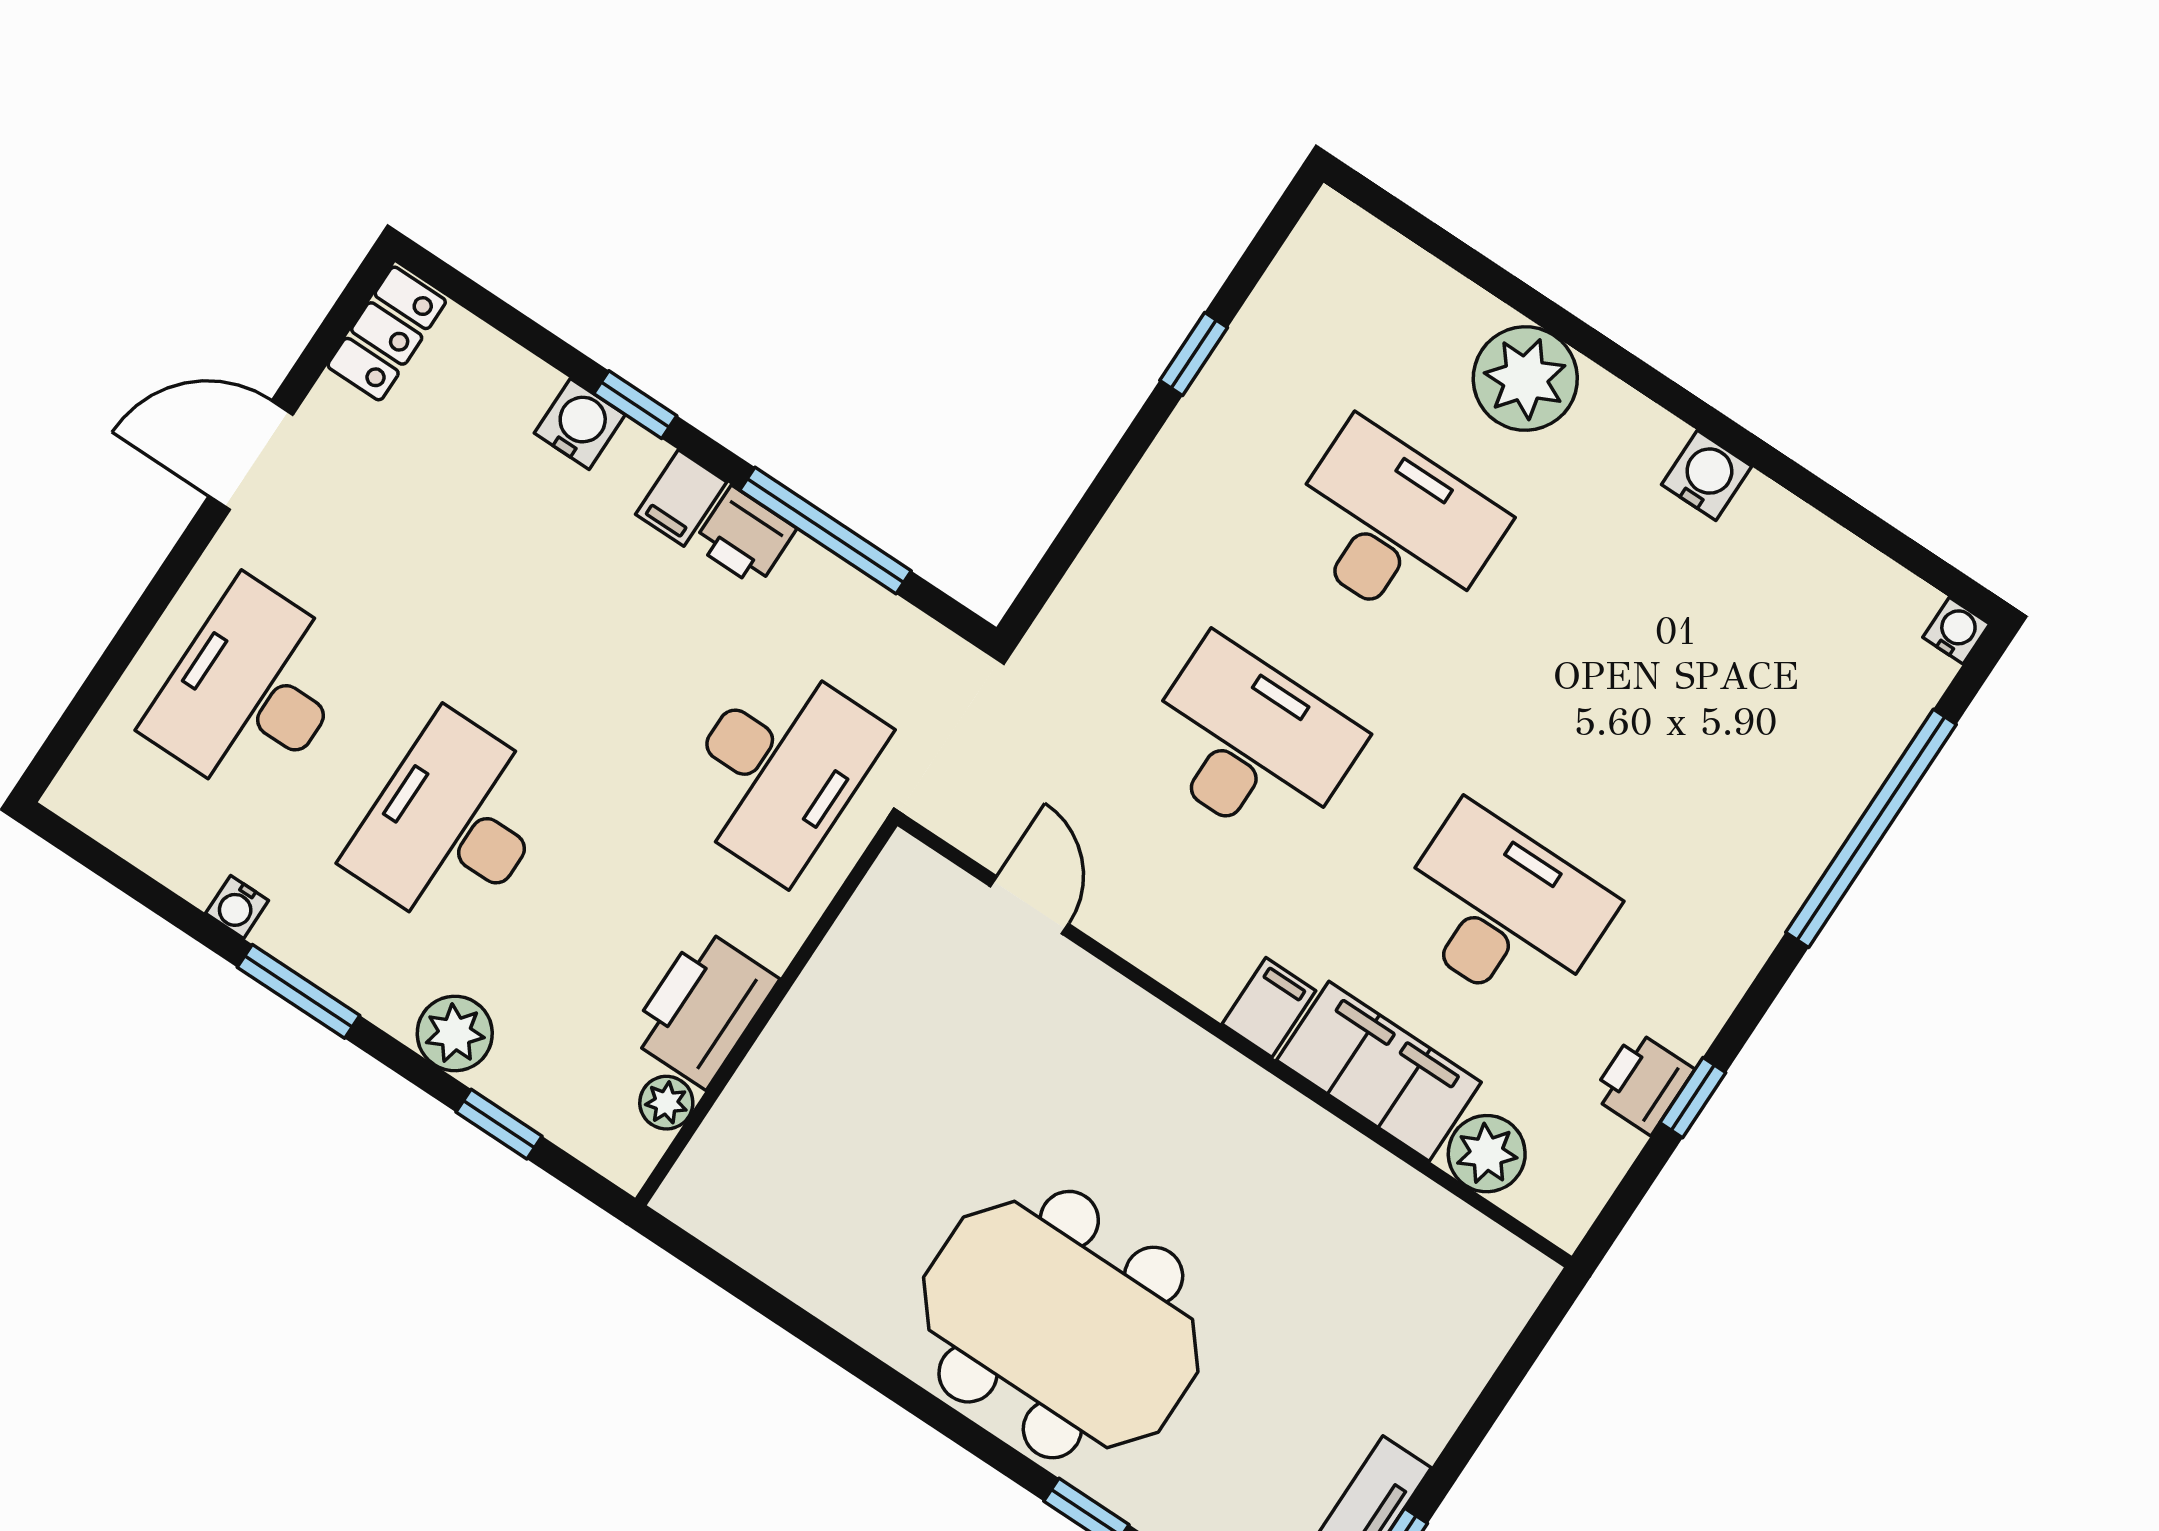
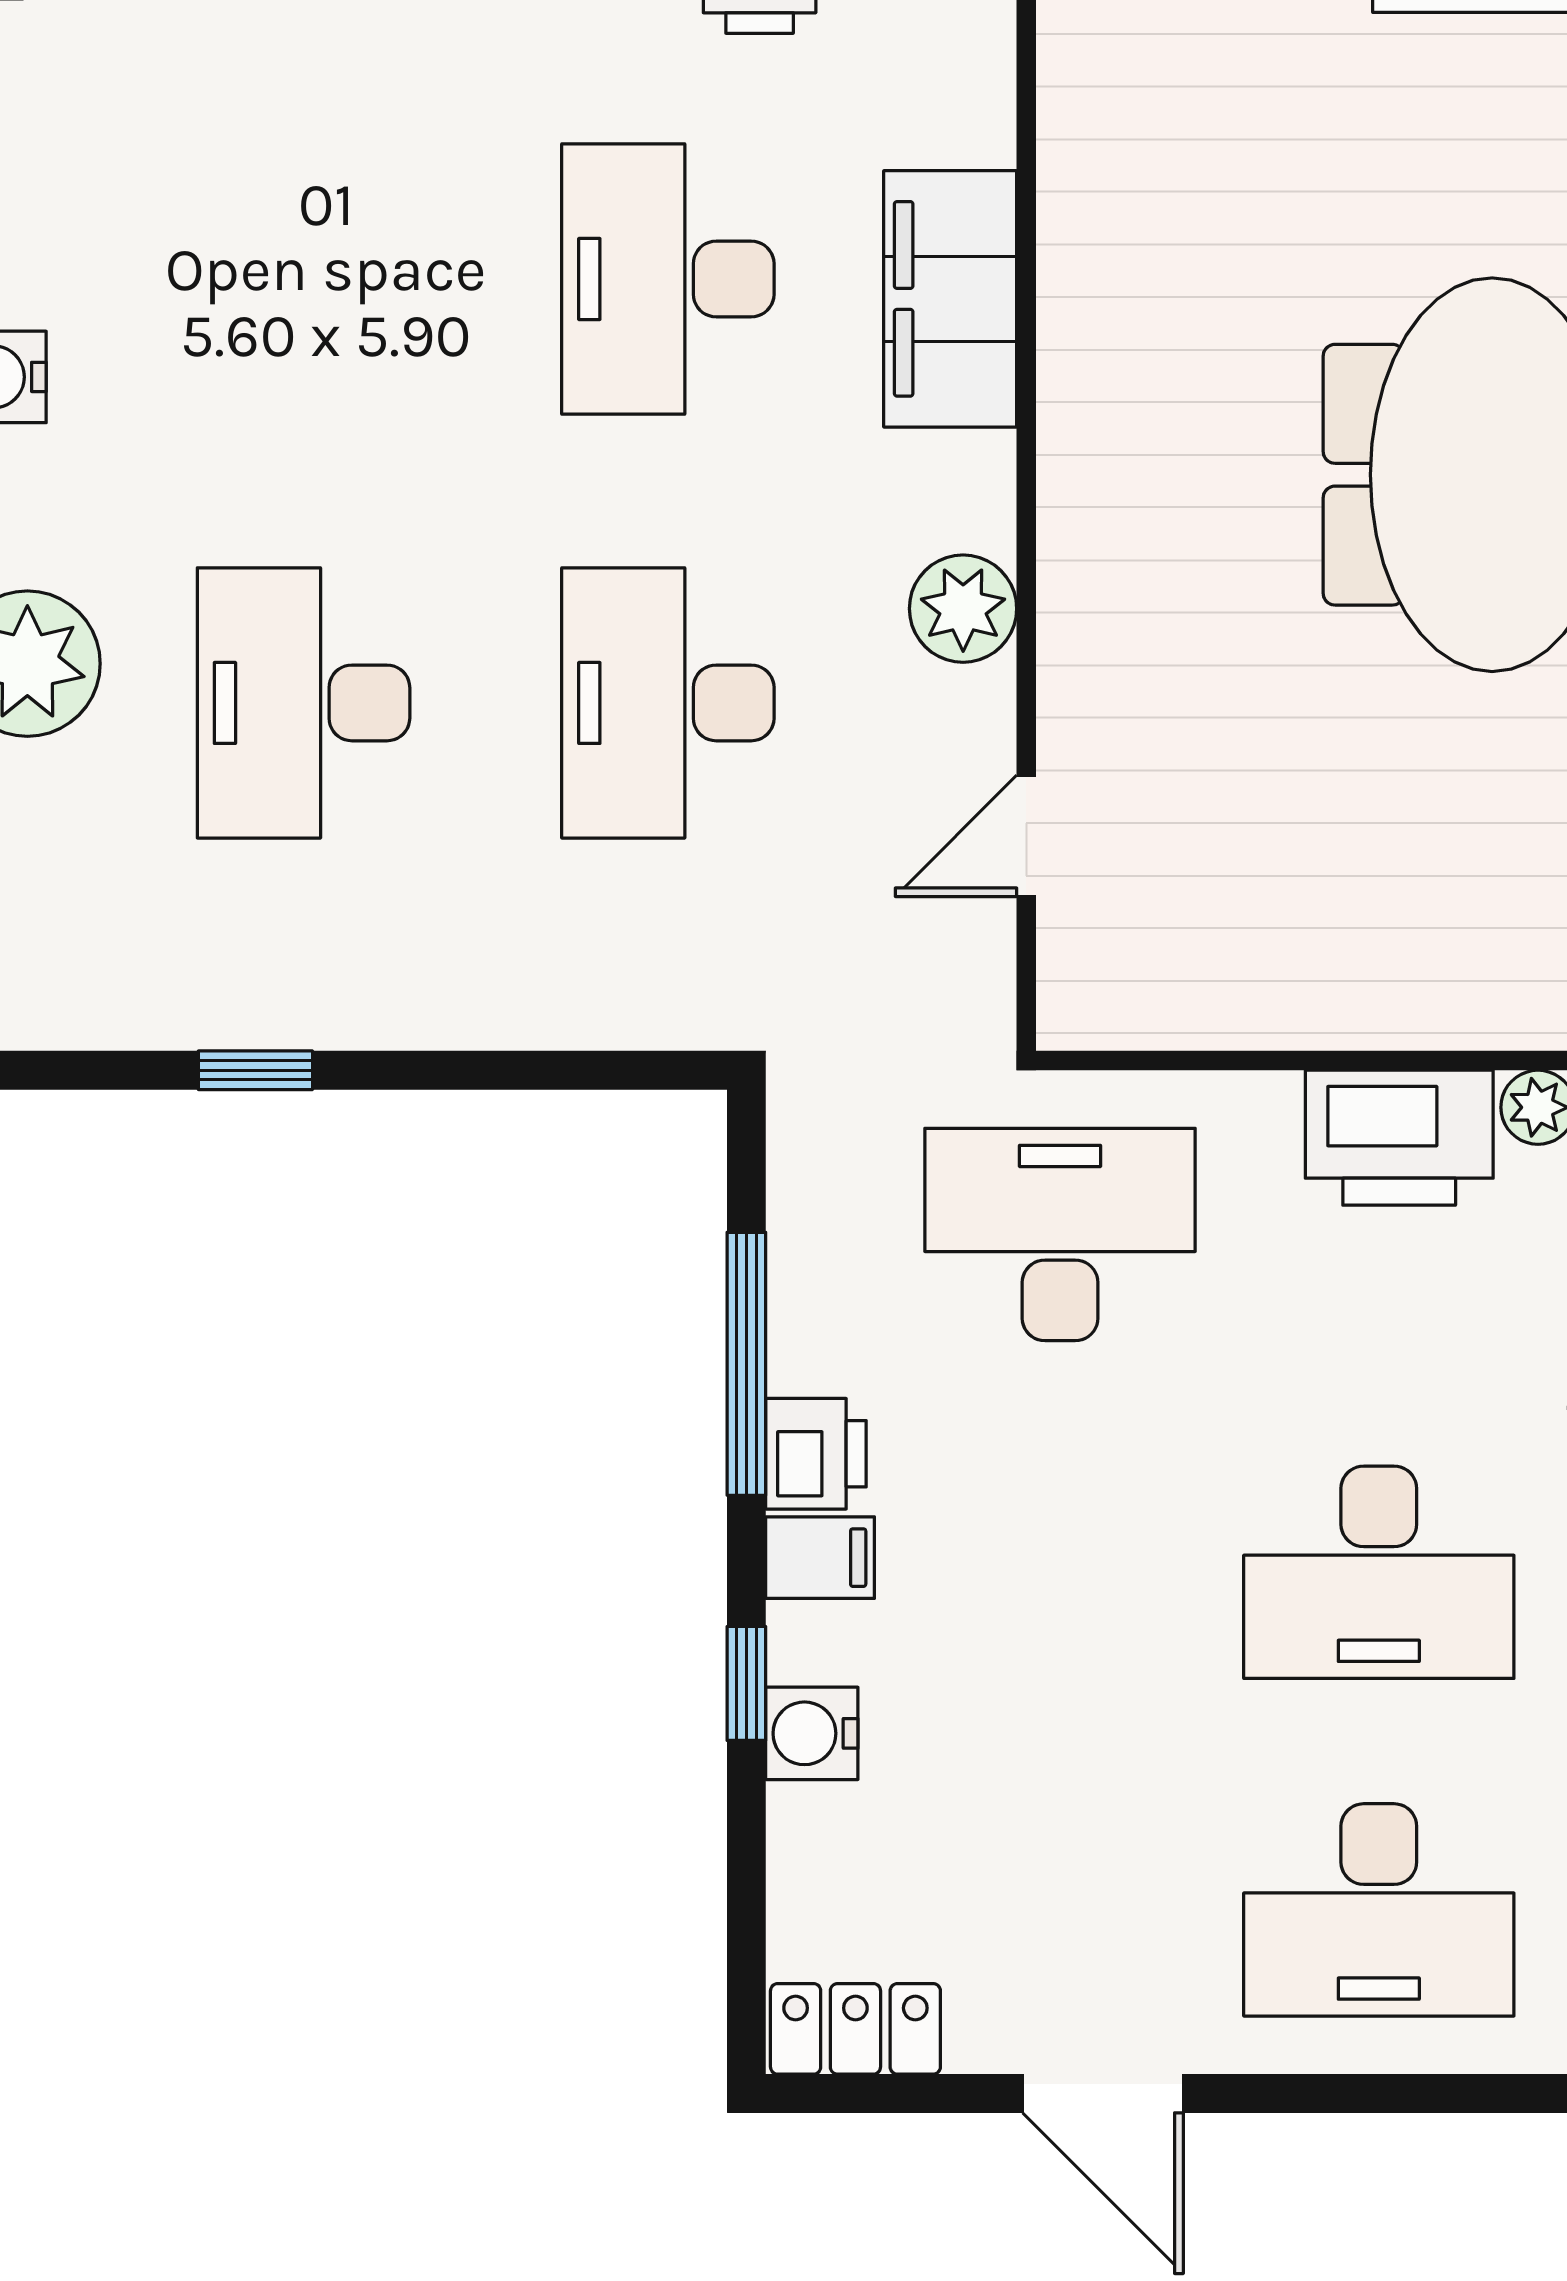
filing cabinet: (1269, 1007) -> (961, 477), removed
plant: (1487, 1154) -> (963, 609), moved

